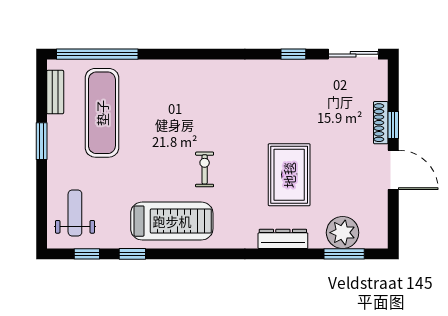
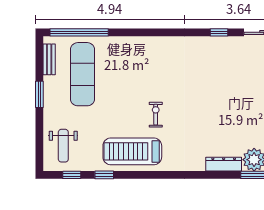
rug: (289, 175) -> (216, 118), removed
weight bench: (75, 213) -> (63, 146), turned 180
treadmill: (172, 221) -> (132, 151), turned 180
dresser: (283, 239) -> (224, 164), moved

